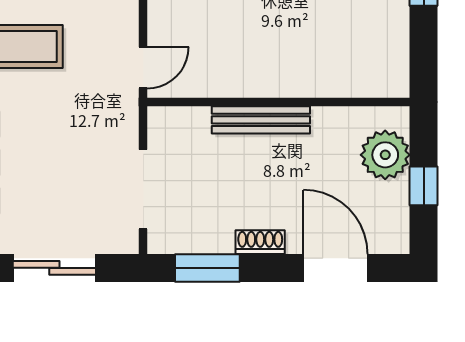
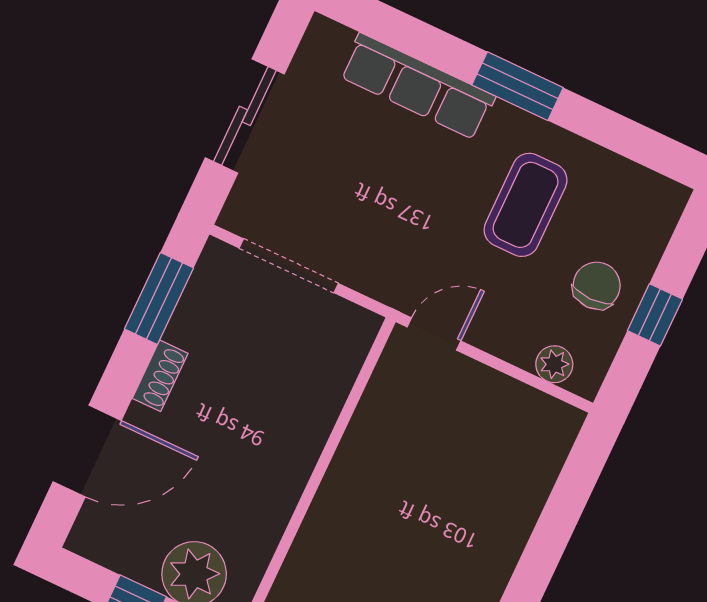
door: (143, 68) -> (434, 334), swing flipped
bench: (261, 120) -> (306, 445), removed

